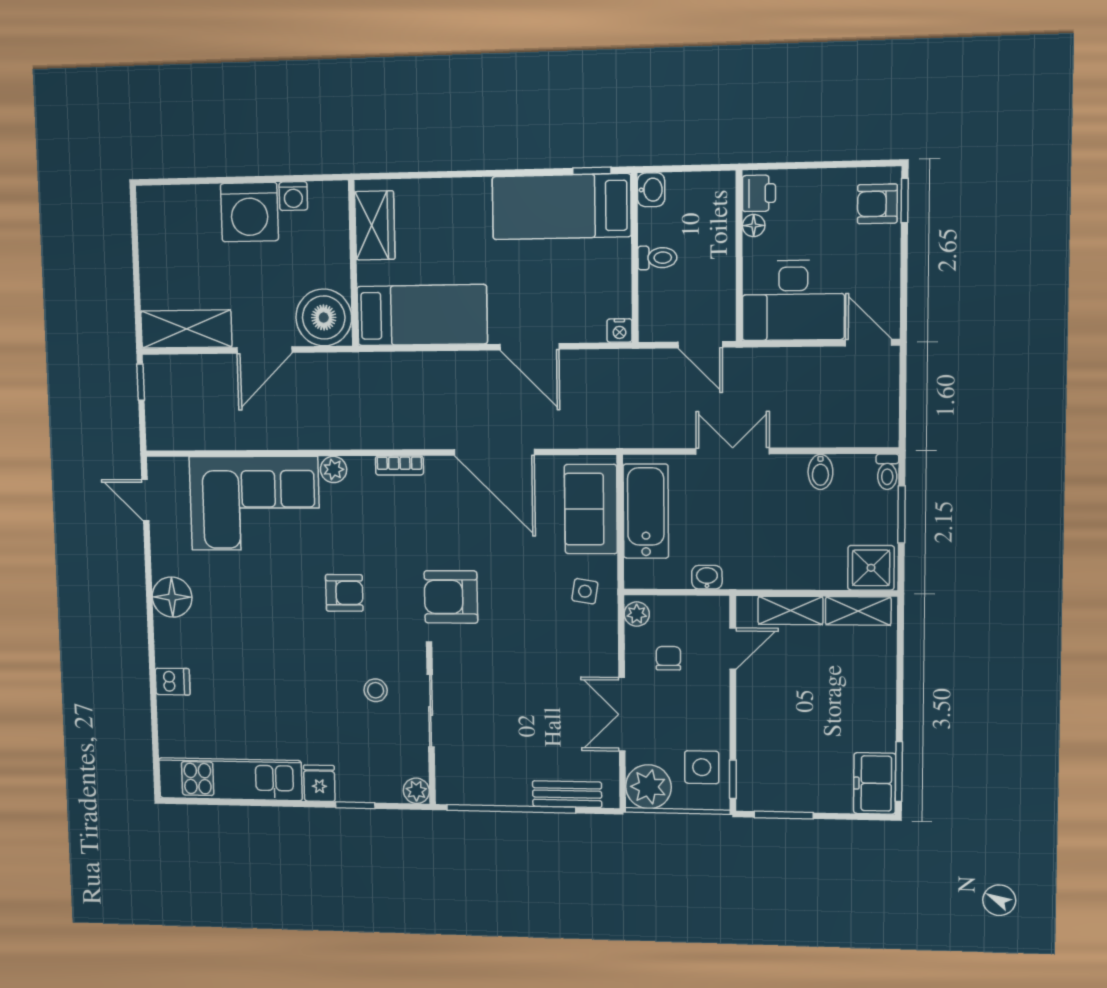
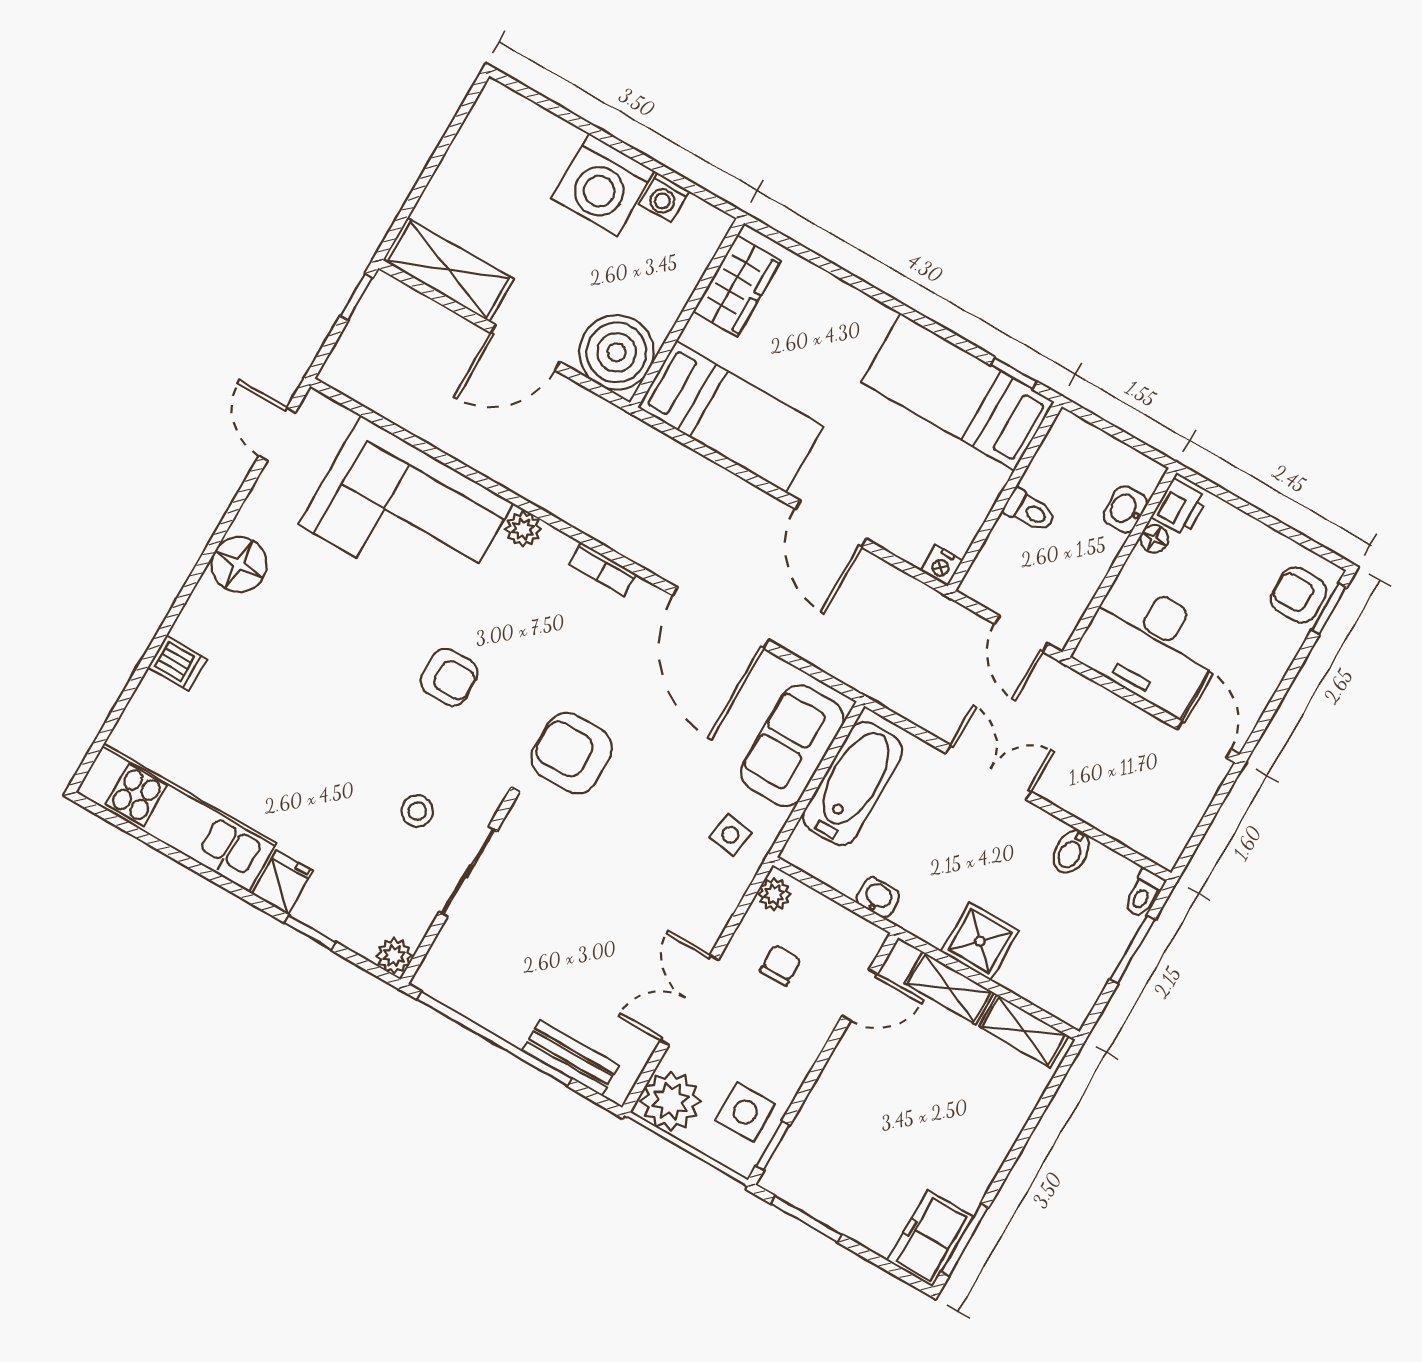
washbasin: (651, 190) -> (1125, 509), moved, turned 180
shower: (871, 568) -> (980, 941), moved

